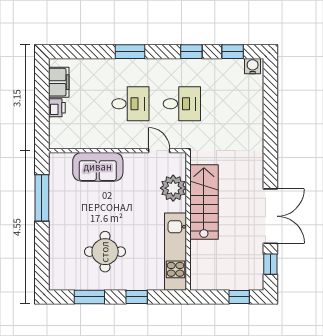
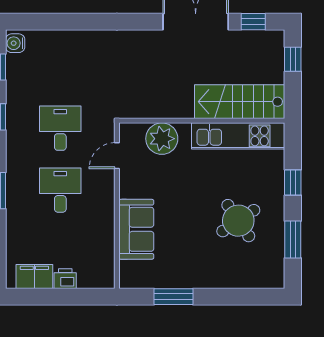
window: (42, 198) -> (174, 297), width x0.69
stairs: (204, 202) -> (240, 102), moved
round table: (105, 252) -> (238, 221), turned -34

